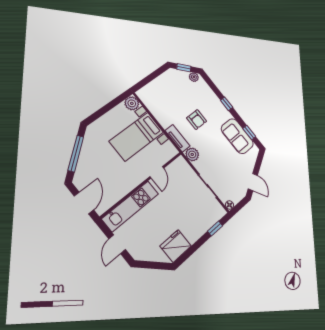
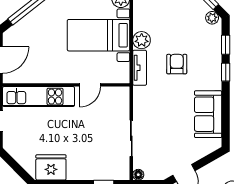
armchair: (197, 120) -> (177, 64), turned 180
window: (249, 132) -> (226, 45), moved
plant: (192, 154) -> (142, 40), moved

